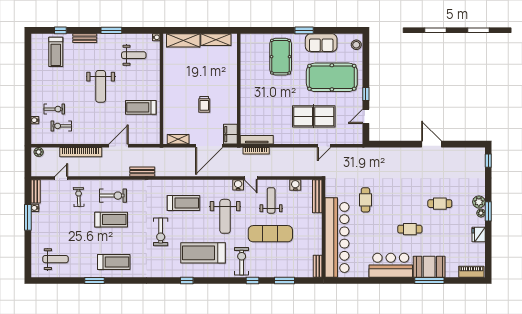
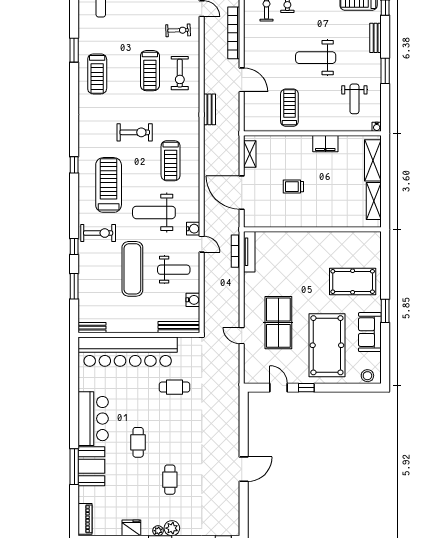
filing cabinet: (230, 134) -> (325, 144), moved, turned 180
door: (251, 178) -> (202, 244), swing flipped
exercise bike: (161, 232) -> (135, 132), turned 180

